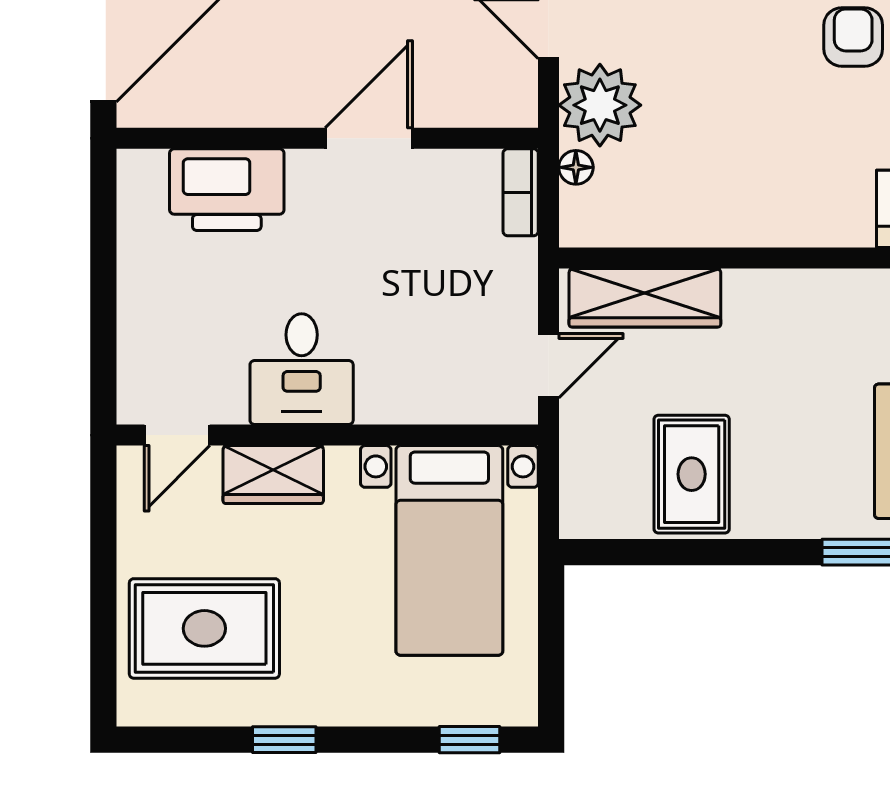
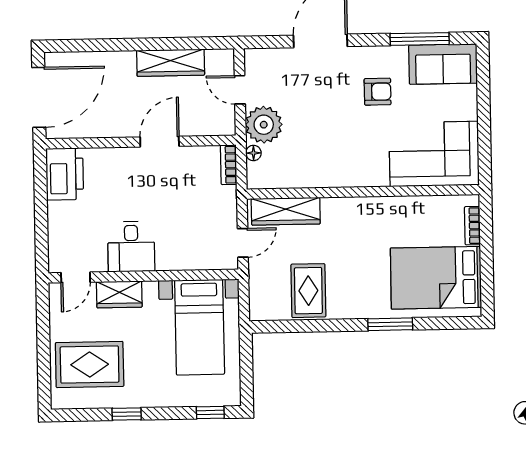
armchair: (853, 37) -> (378, 92), turned 90
printer: (227, 190) -> (65, 174), moved, turned -90

